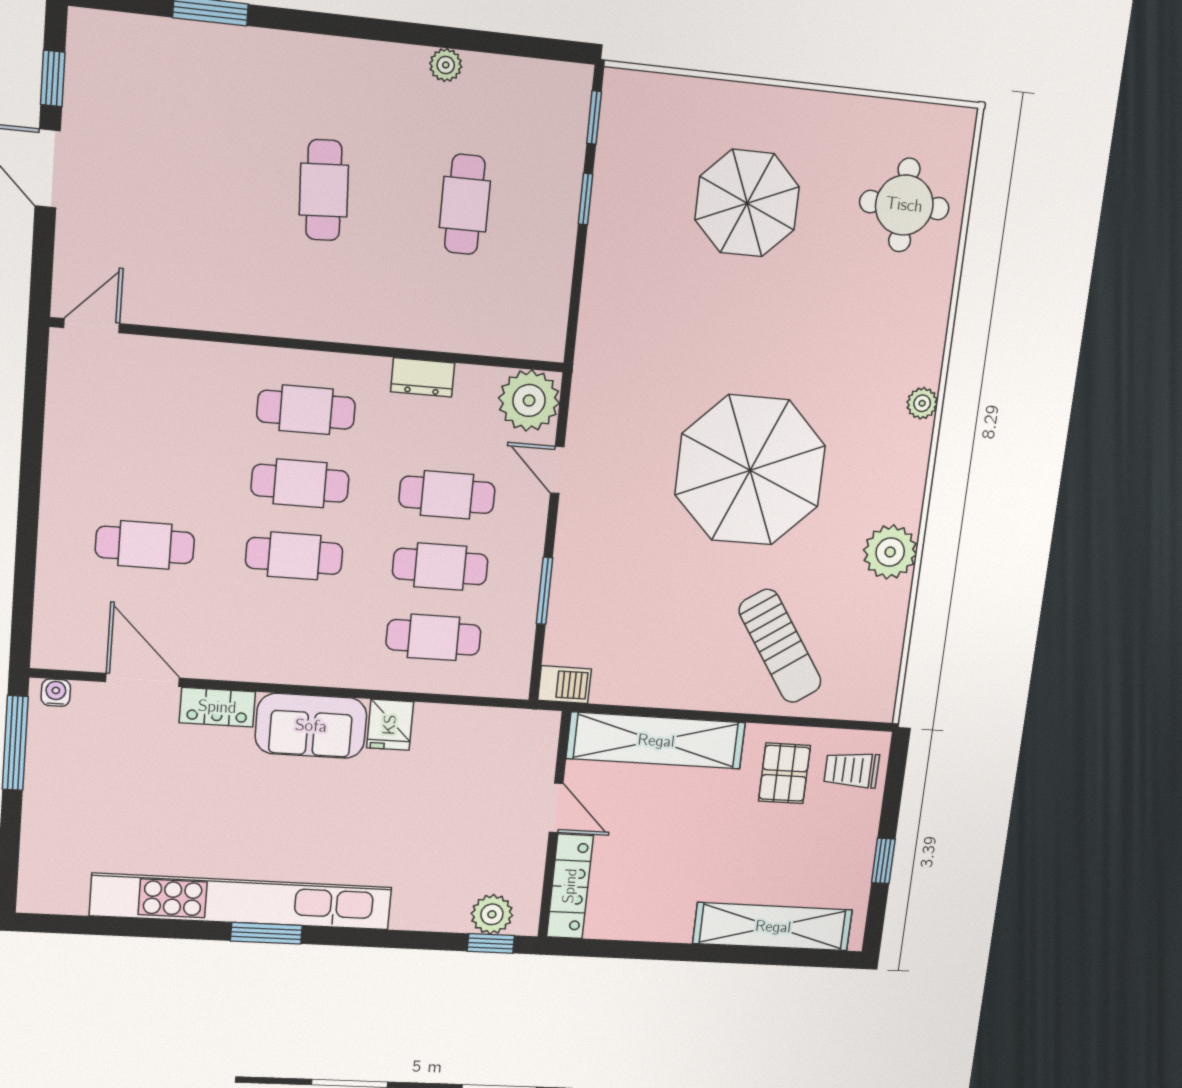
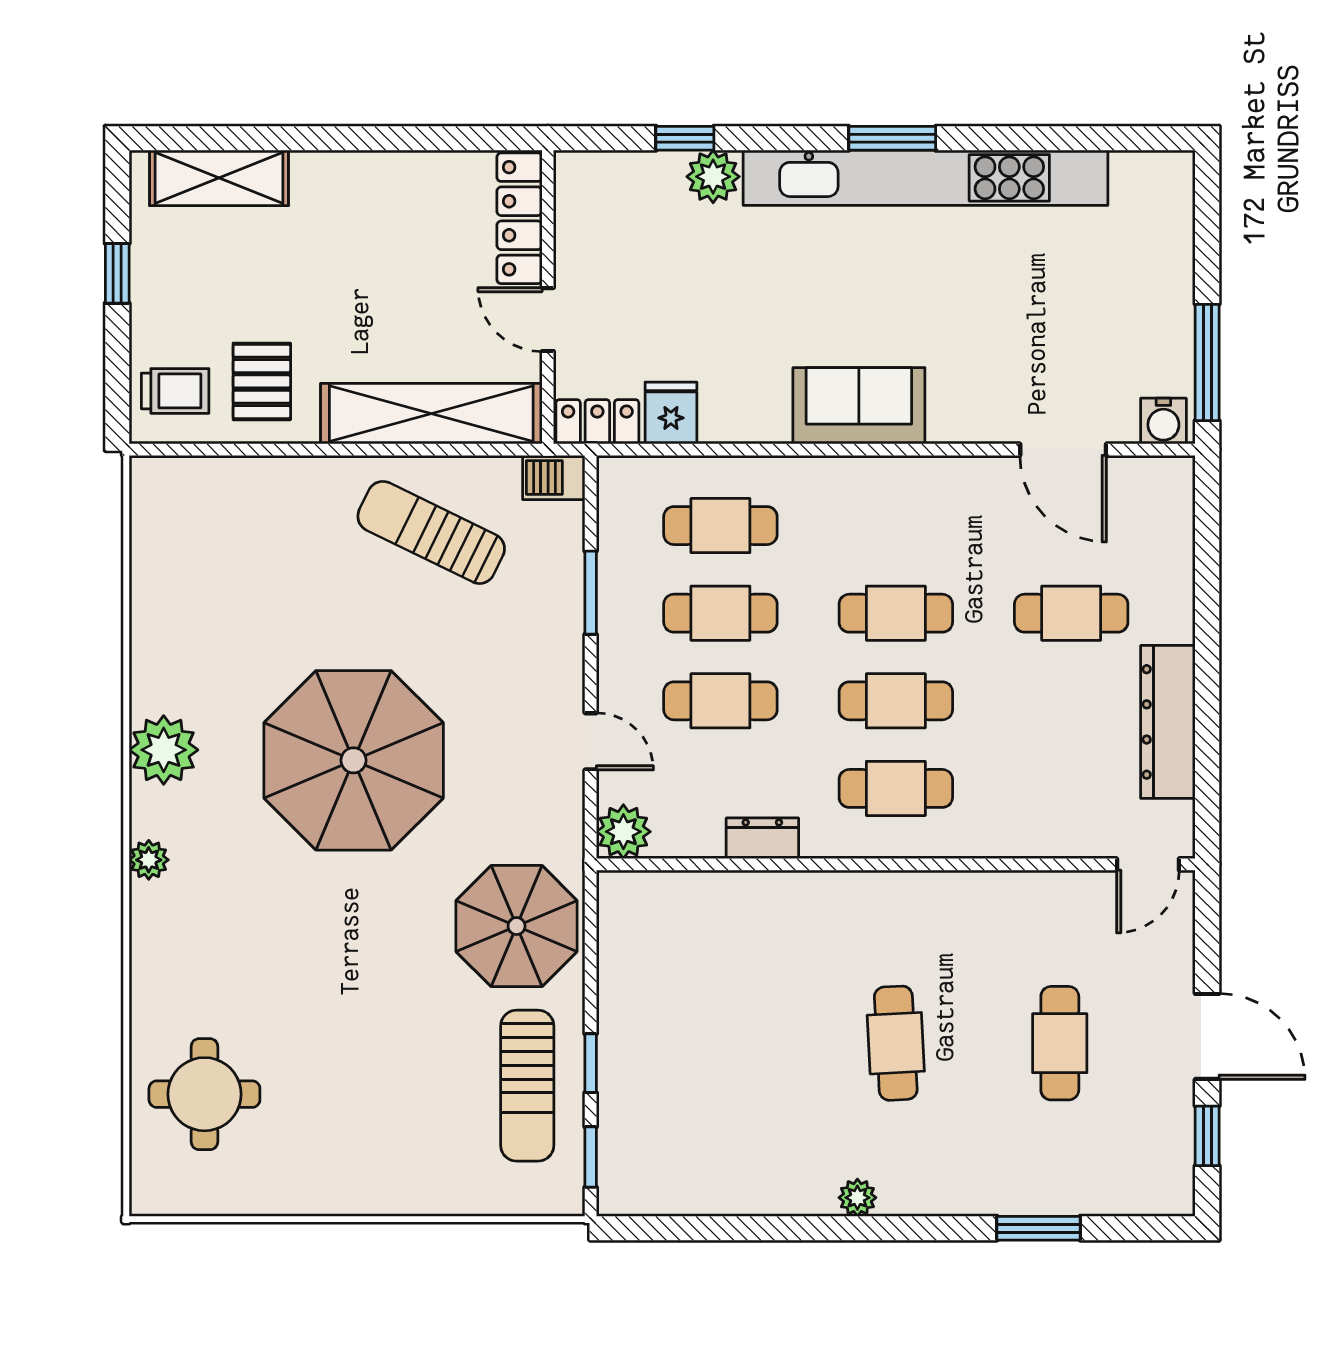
plant: (446, 65) -> (857, 1198), moved
sun lounger: (640, 185) -> (527, 1086), added
parasol: (747, 203) -> (517, 926), moved
cafe table: (465, 204) -> (1060, 1043), moved
plant: (529, 400) -> (623, 832), width x0.73, depth x0.73
dresser: (67, 447) -> (1168, 722), added
plant: (890, 552) -> (164, 750), moved
sun lounger: (780, 646) -> (431, 532), moved, turned -30
water cooler: (56, 693) -> (1163, 421), width x1.38, depth x1.38
locker: (217, 707) -> (597, 422), moved
fridge: (390, 725) -> (671, 413), moved
plant: (492, 914) -> (713, 177), moved
shelving: (773, 927) -> (219, 178), width x0.68
window: (491, 943) -> (685, 138), moved

